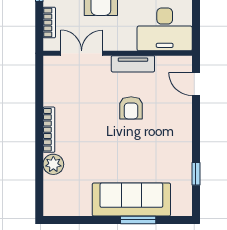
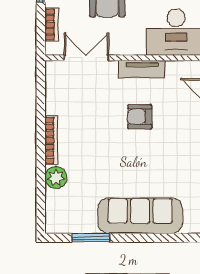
armchair: (131, 108) -> (140, 117), turned 90
window: (138, 220) -> (91, 238), moved

